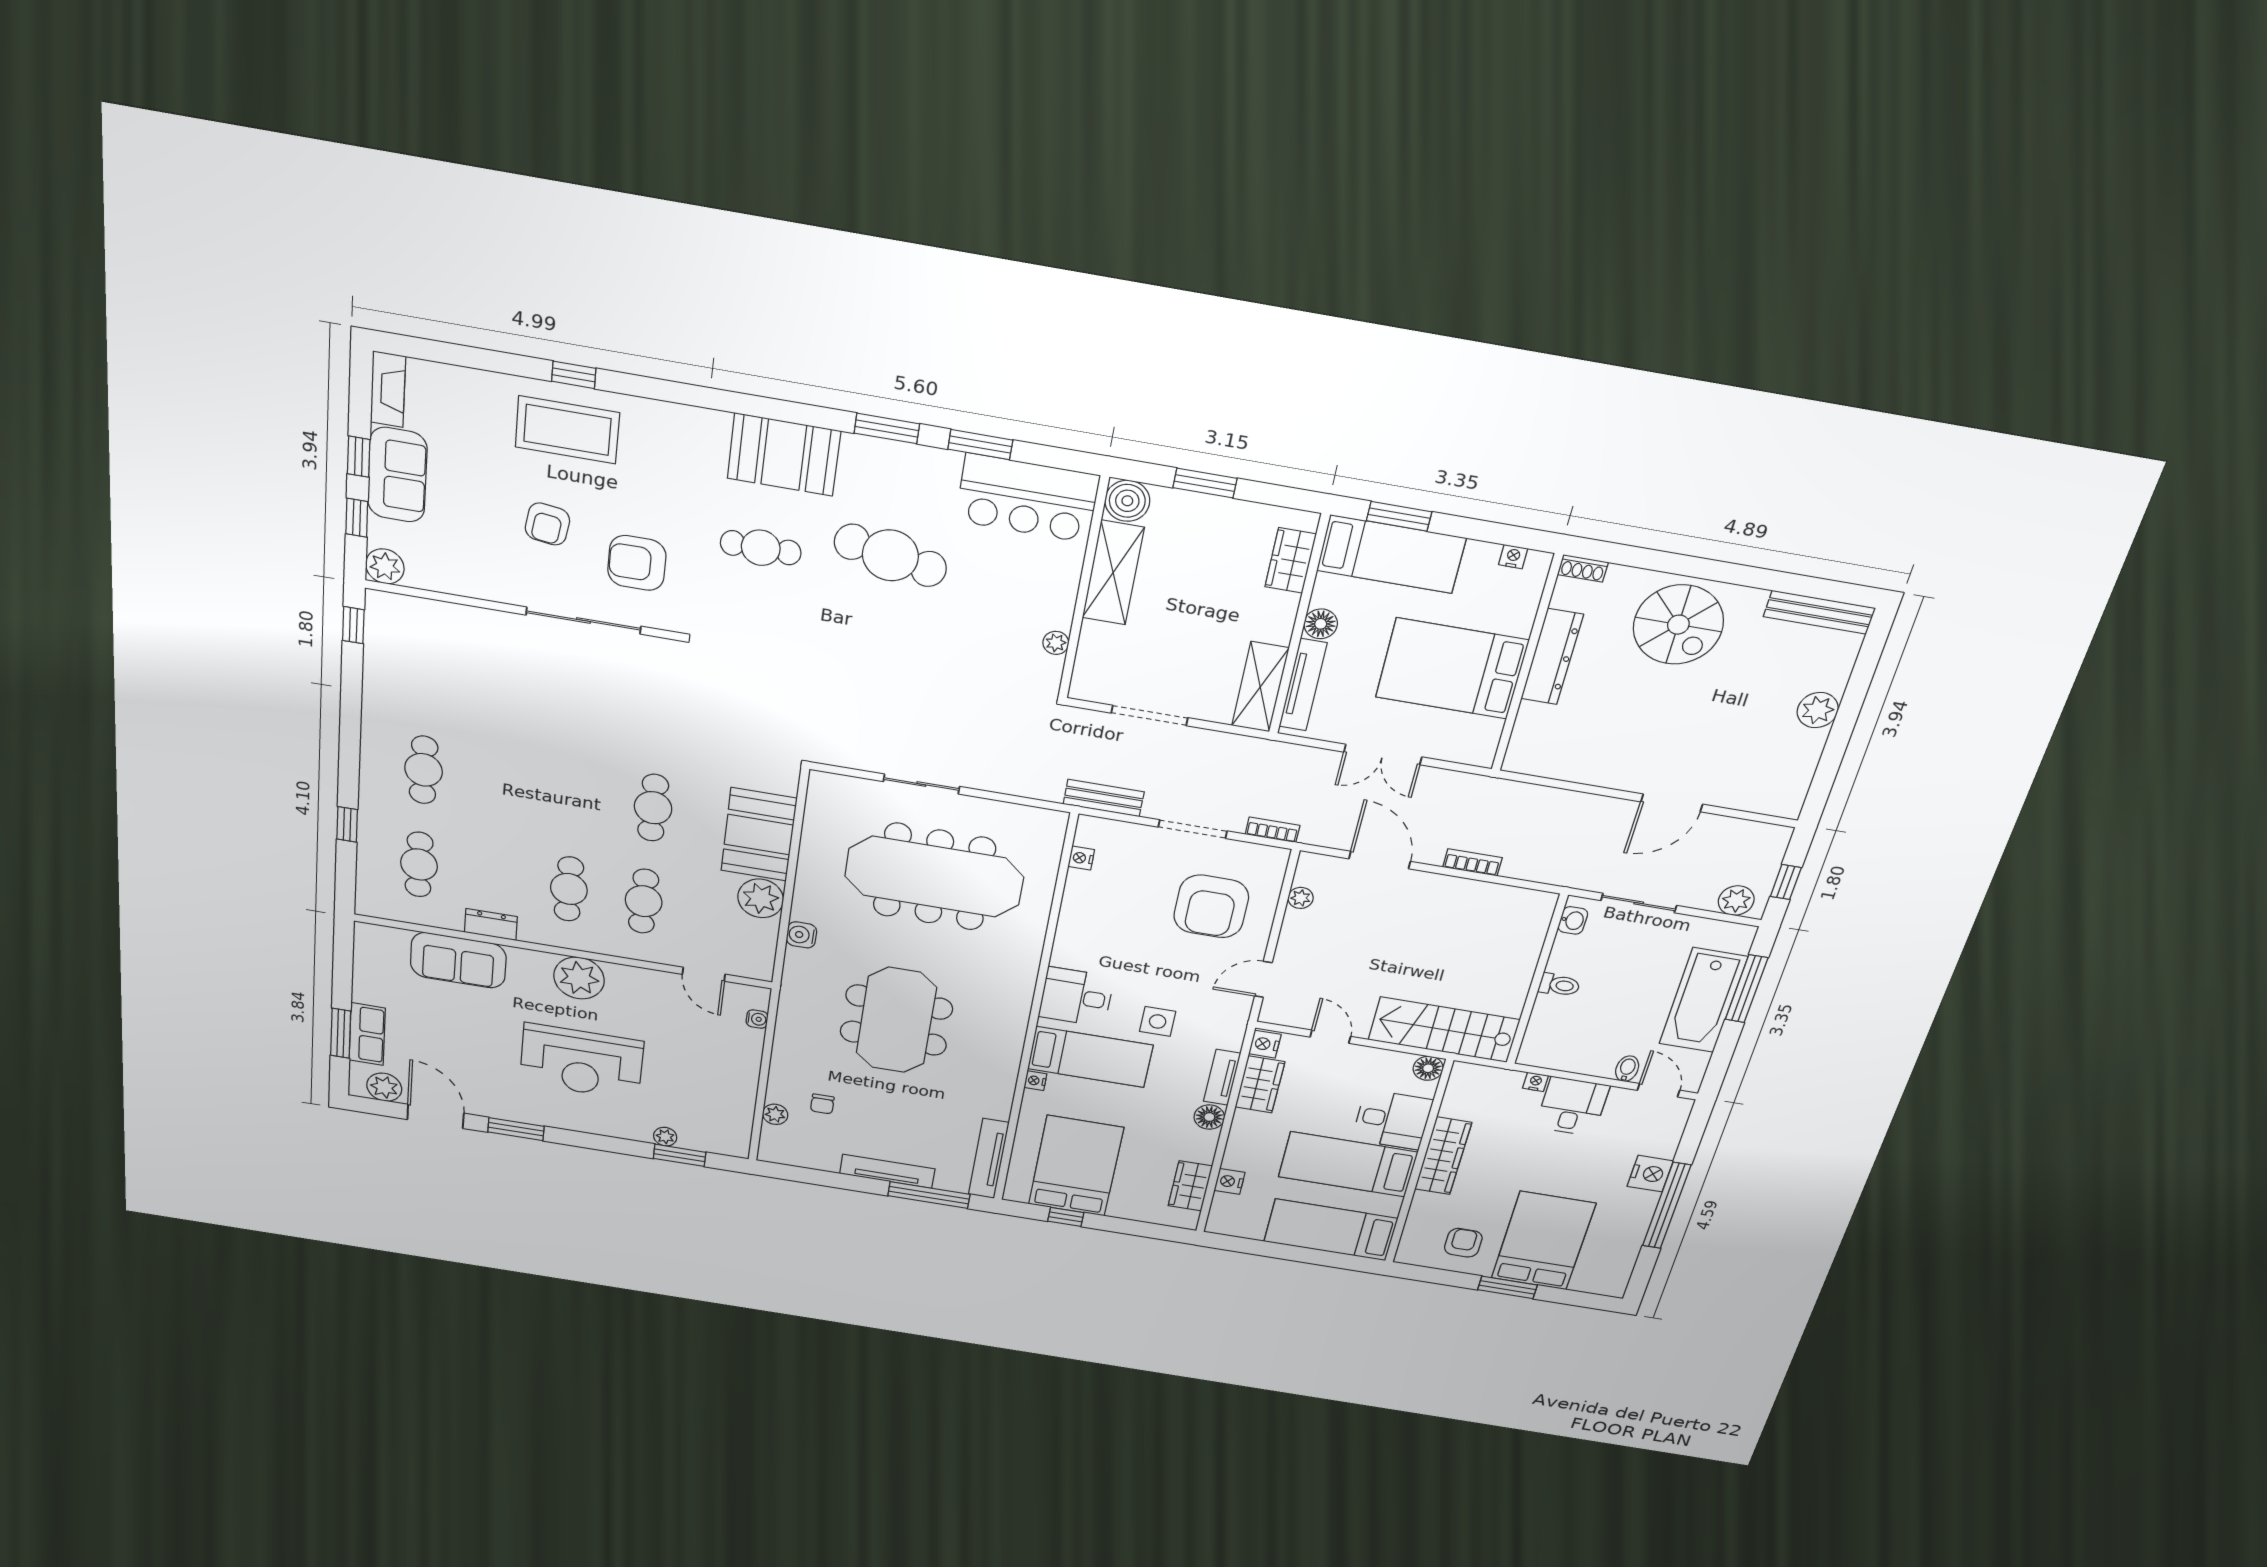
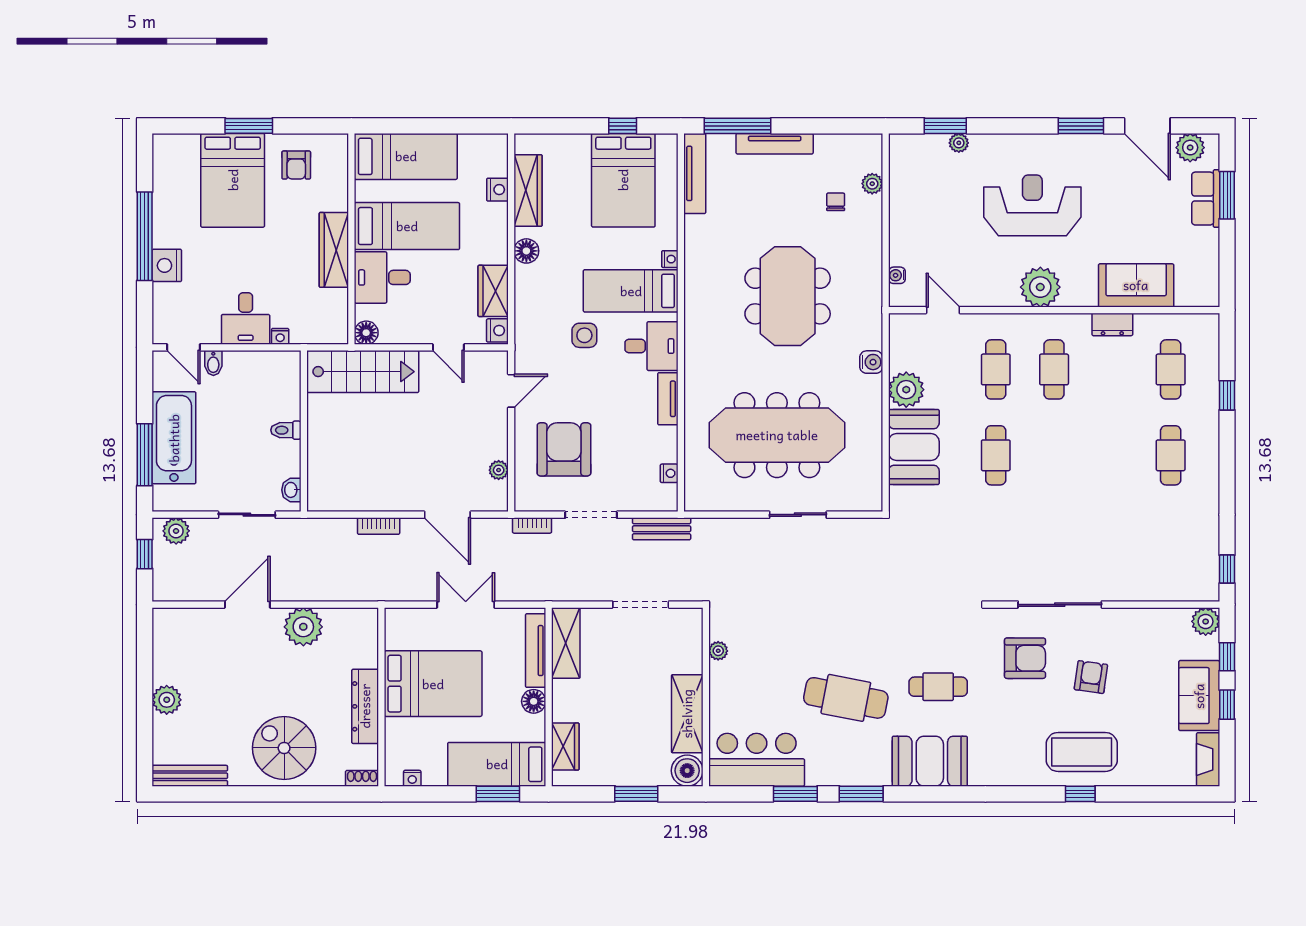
plant: (1606, 765) -> (303, 627), added
tv unit: (1222, 1077) -> (668, 399), moved, turned 180
wardrobe: (1190, 1186) -> (528, 191), width x1.50

